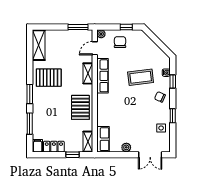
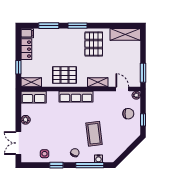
row of seats: (103, 76) -> (76, 97), moved
window: (173, 82) -> (90, 165), width x2.17

